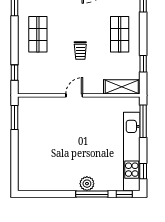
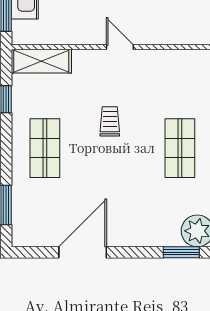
door: (74, 95) -> (120, 47), swing flipped

